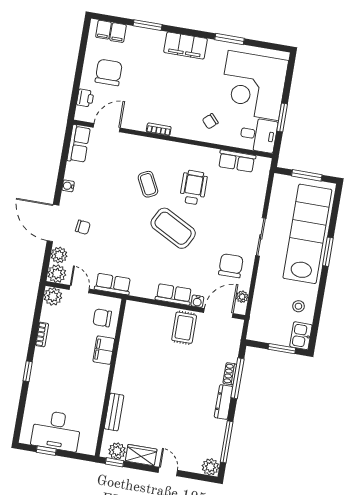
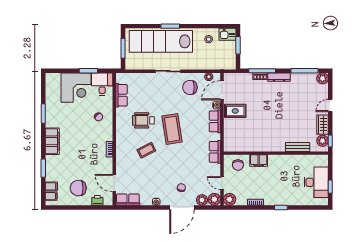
corner desk: (253, 85) -> (76, 88), width x0.74, depth x0.74
coffee table: (173, 228) -> (172, 129), turned -37
row of seats: (113, 284) -> (215, 152), moved
door: (79, 289) -> (222, 183), hinge flipped
door: (218, 313) -> (222, 90), hinge flipped

